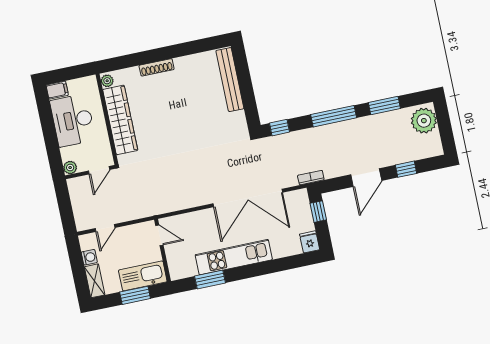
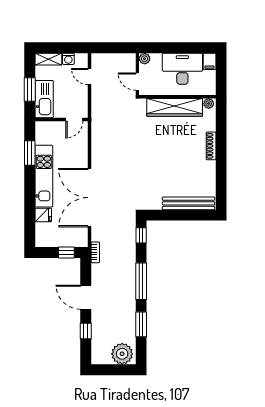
fridge: (310, 242) -> (43, 215), moved

